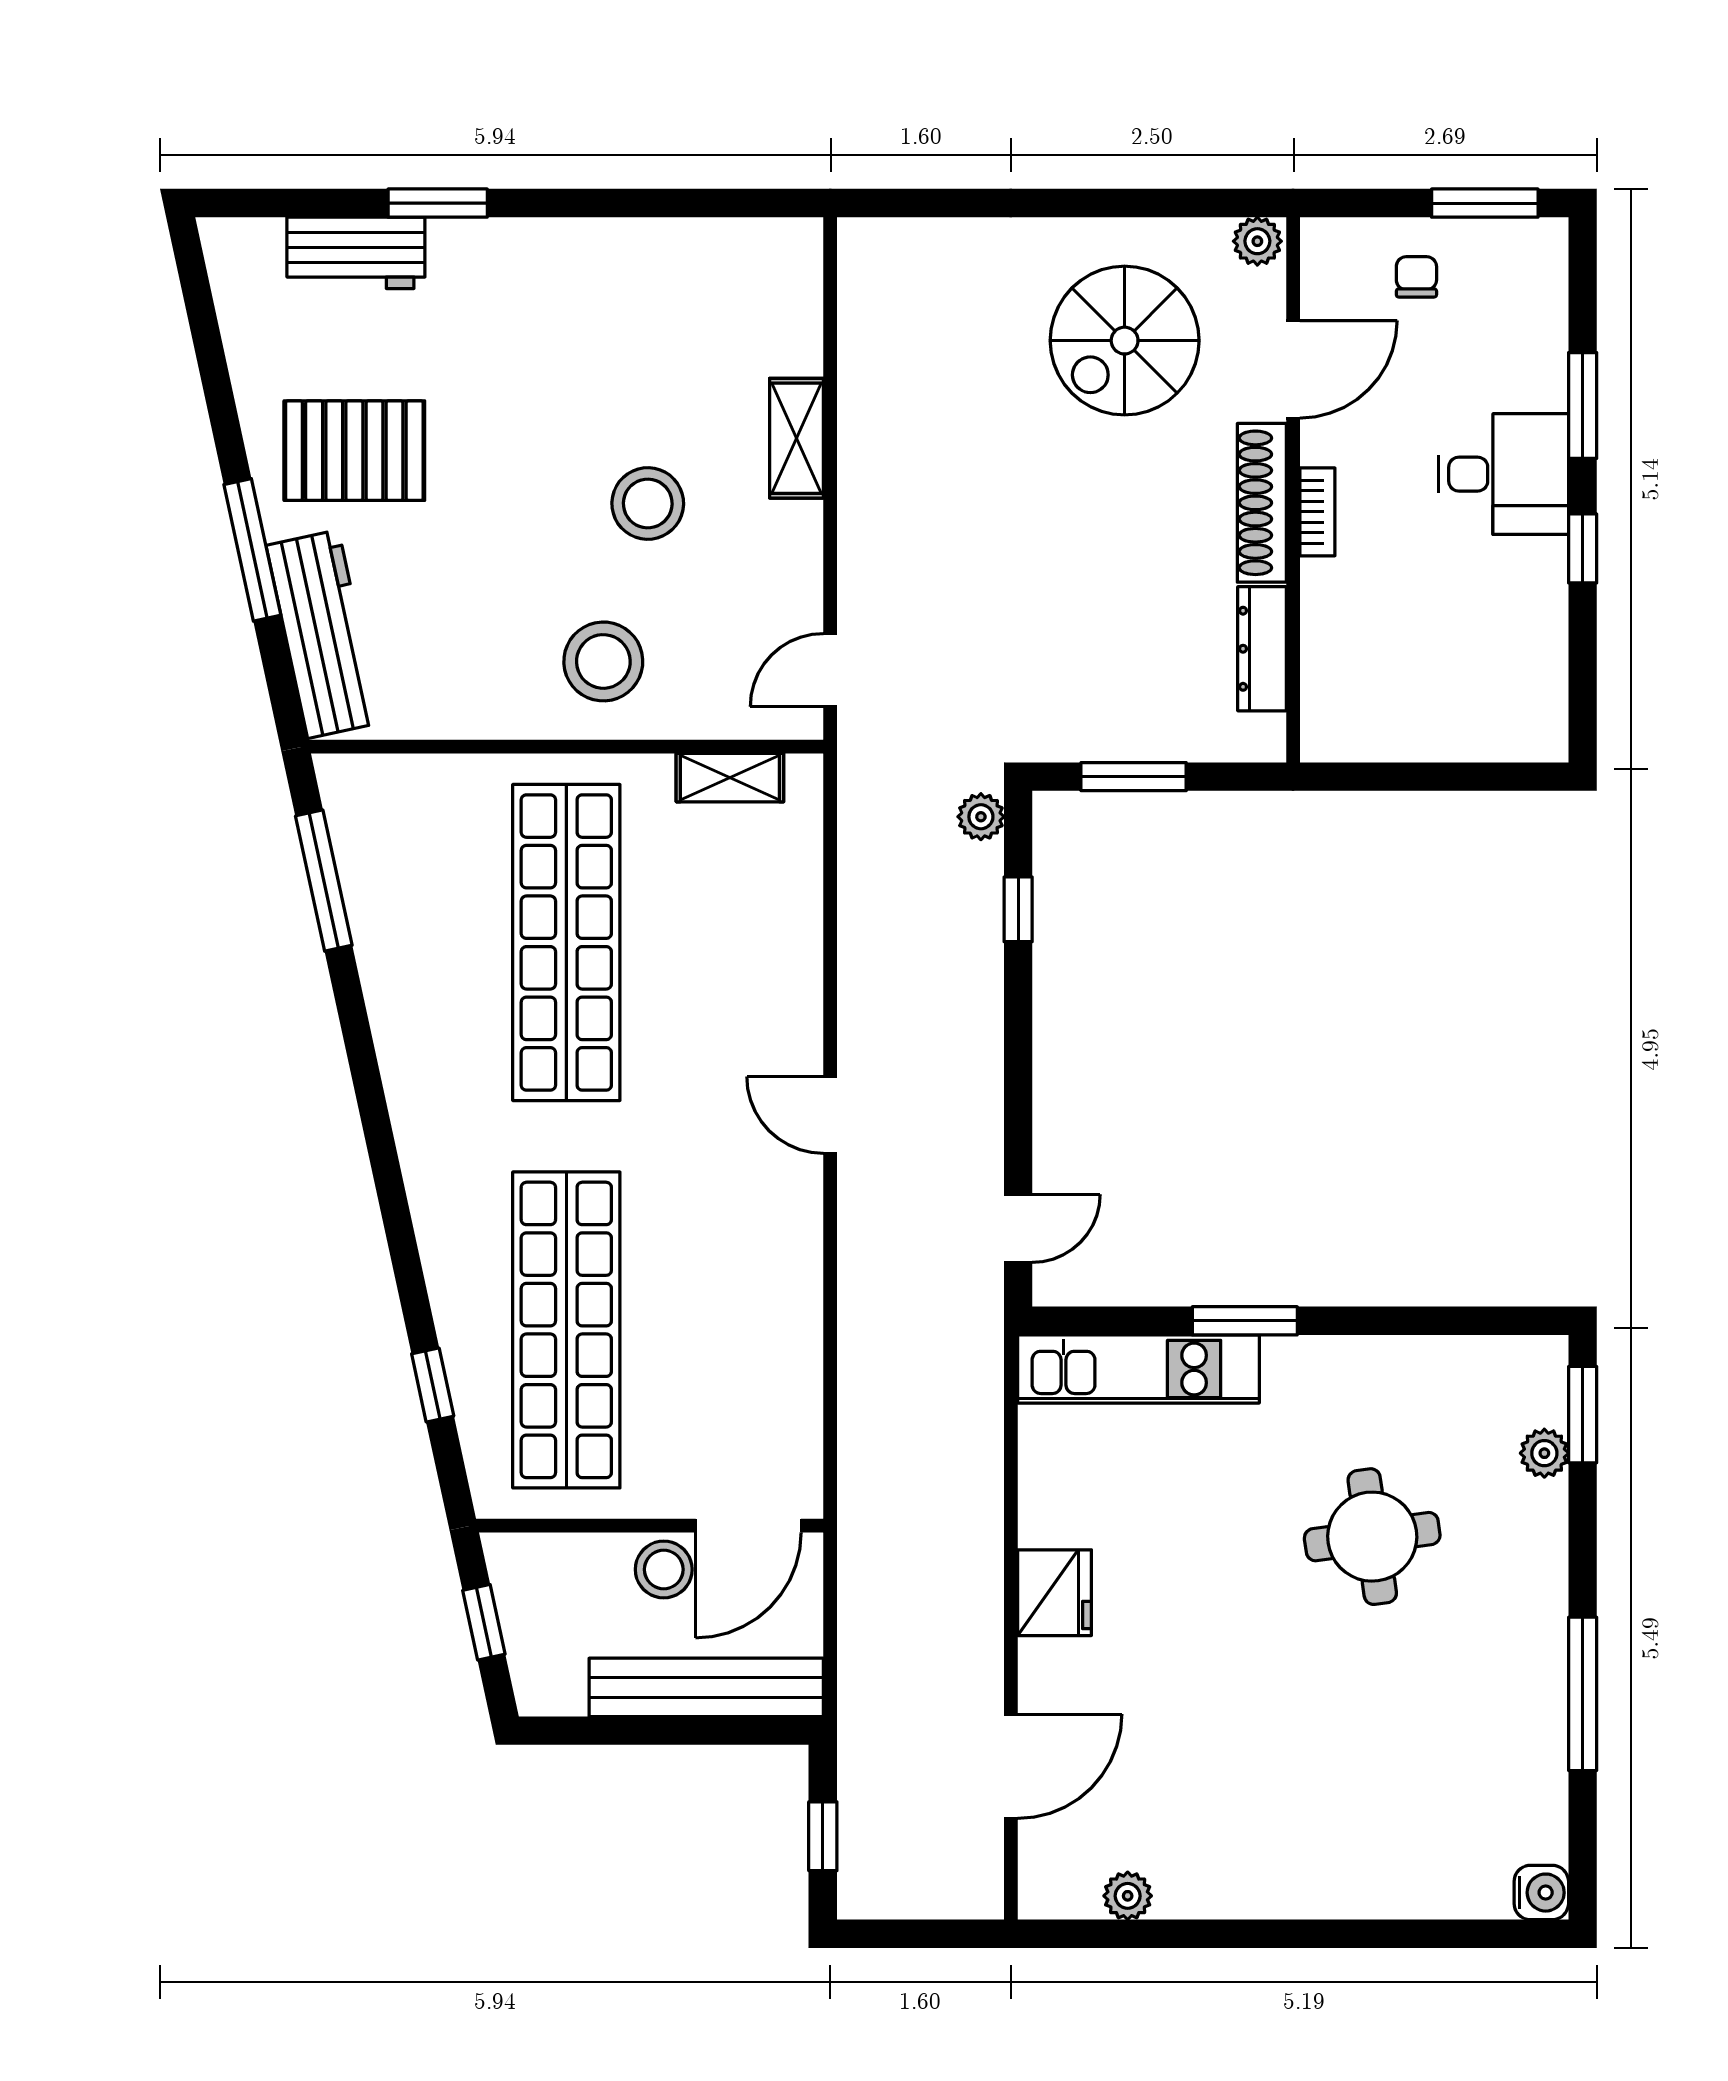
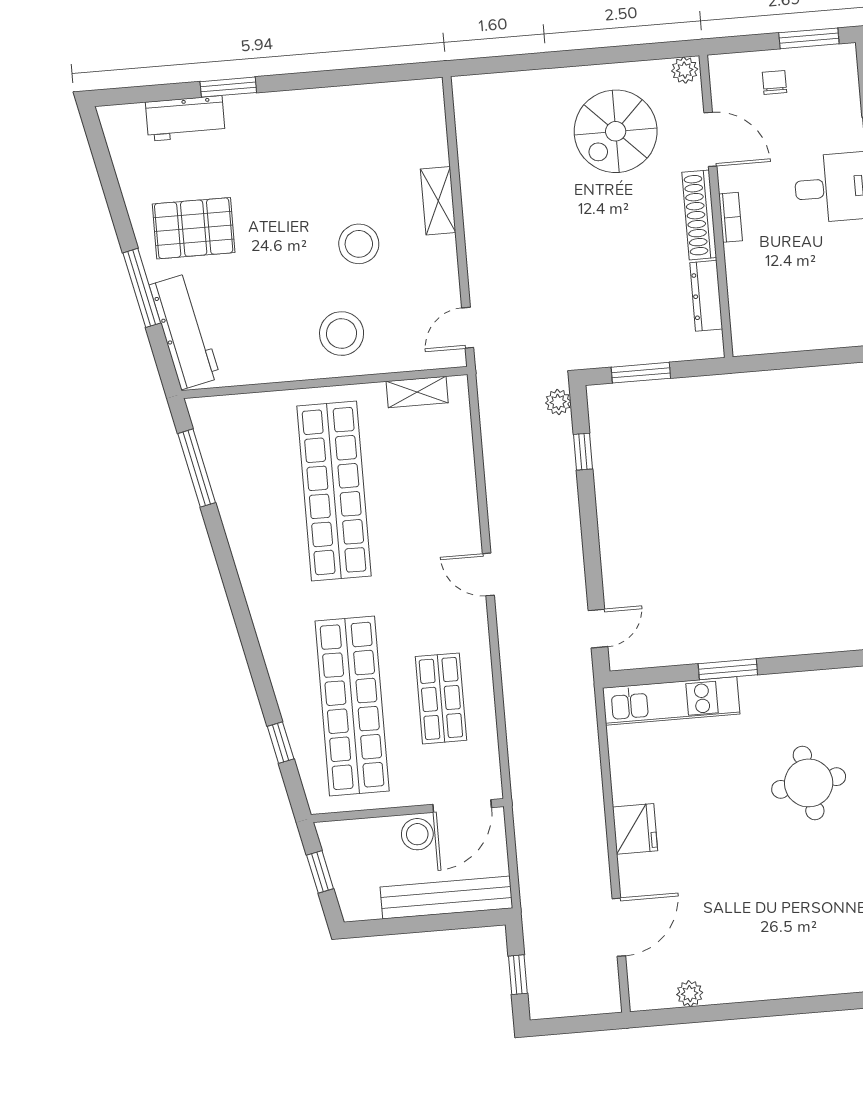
door: (1293, 369) -> (710, 139), hinge flipped
shop shelf: (726, 1330) -> (441, 698), added

